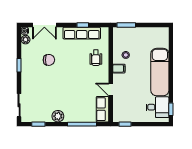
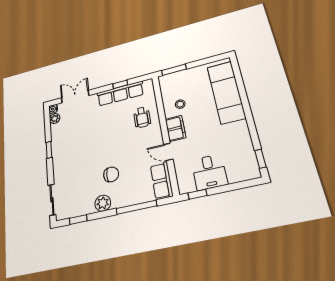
double door: (44, 25) -> (75, 97), swing flipped
chair: (49, 60) -> (111, 174), moved
filing cabinet: (119, 69) -> (175, 128), width x2.00
exam couch: (160, 72) -> (226, 92), moved
desk: (157, 107) -> (209, 172), moved, turned 90

